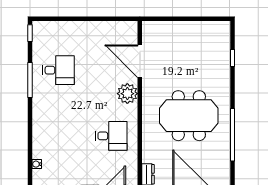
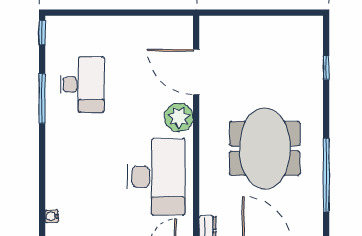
desk: (58, 70) -> (82, 85), width x1.37
meeting table: (189, 116) -> (265, 148), turned 90
desk: (111, 136) -> (156, 177), width x1.87, depth x1.30

